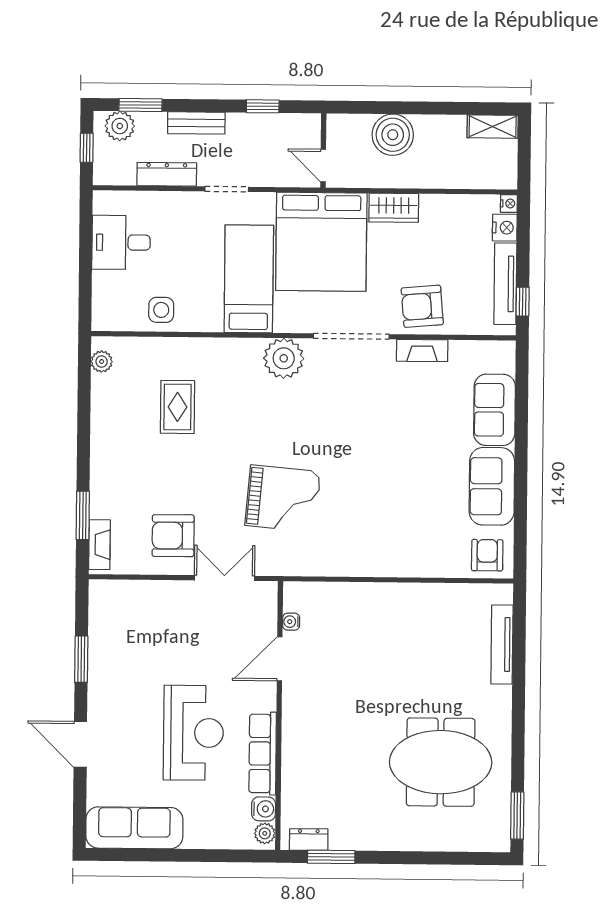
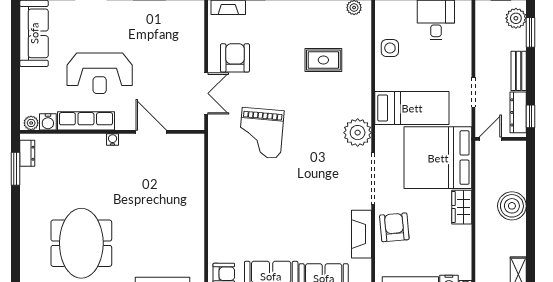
wall: (323, 150) -> (501, 139), moved
door: (323, 166) -> (490, 139), moved
dresser: (167, 174) -> (518, 112), moved, turned 180
fireplace: (422, 350) -> (362, 234), width x1.37, depth x1.32
water cooler: (291, 622) -> (113, 140), moved

